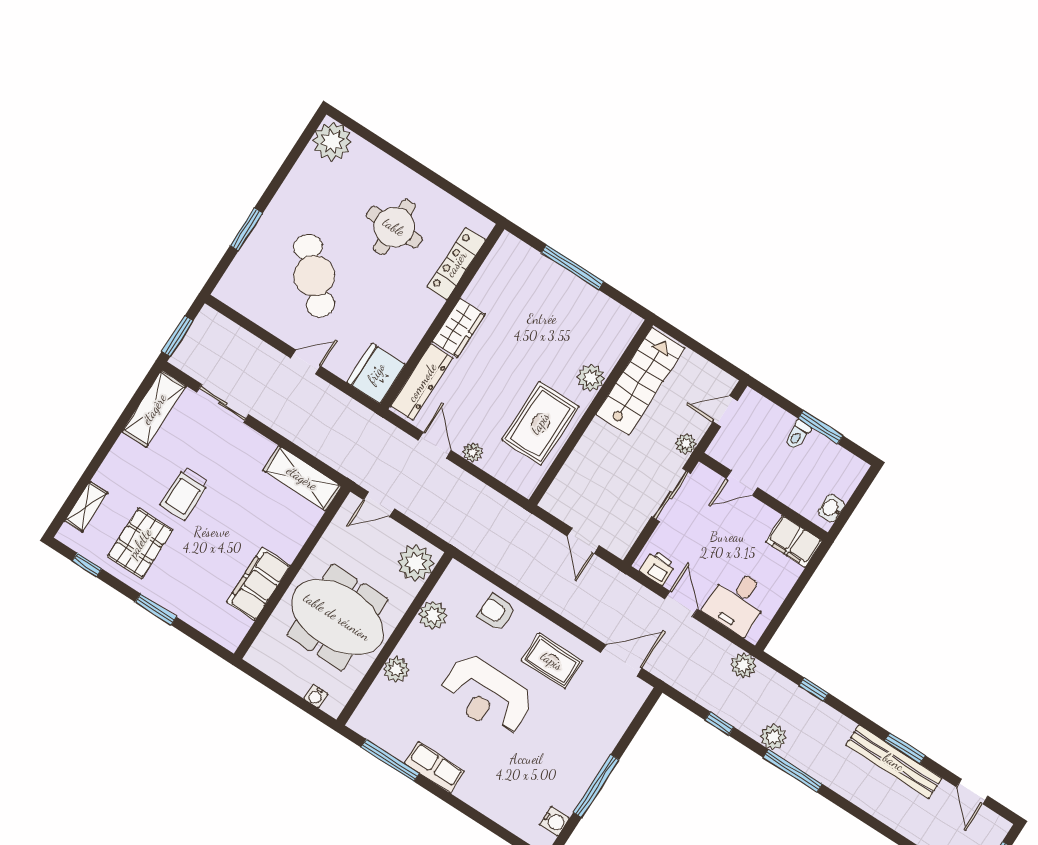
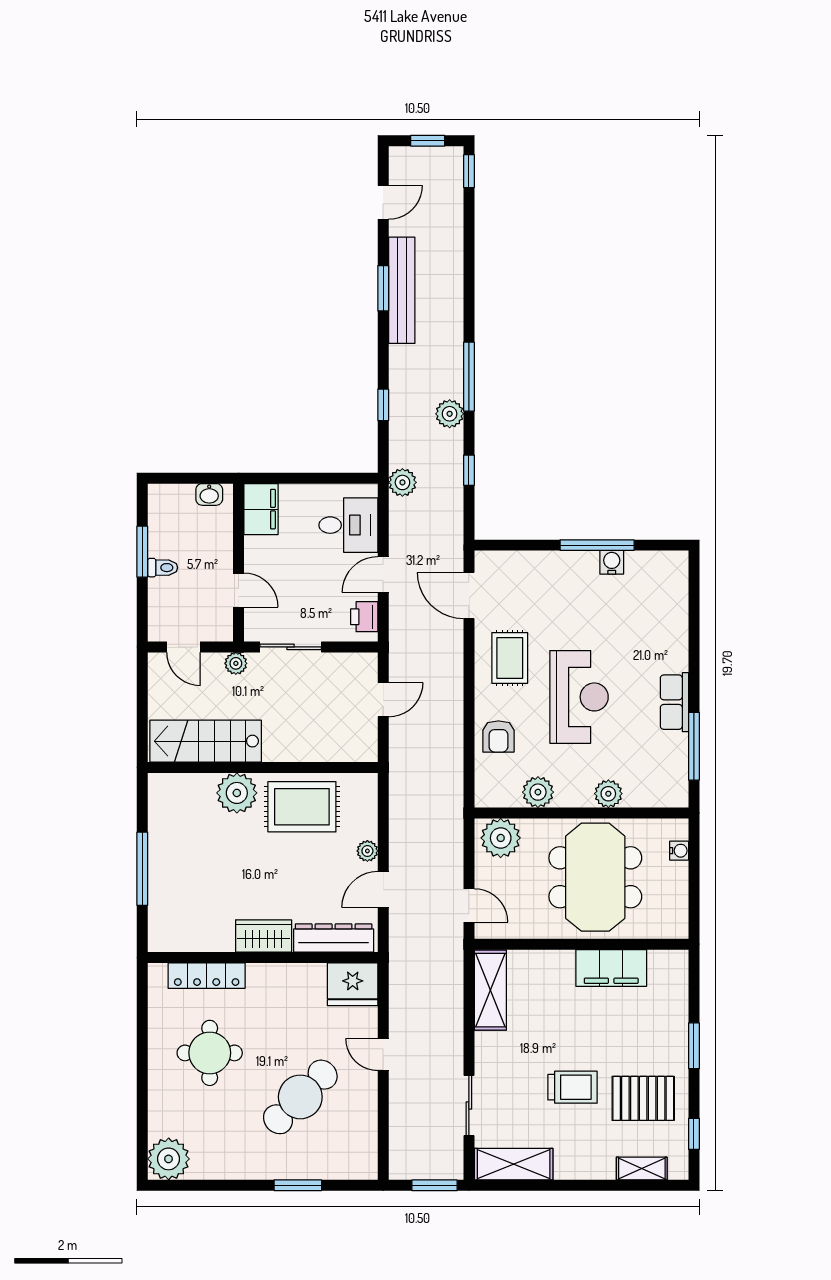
plant: (591, 378) -> (237, 793), width x1.36, depth x1.36
water cooler: (554, 821) -> (612, 562), moved

